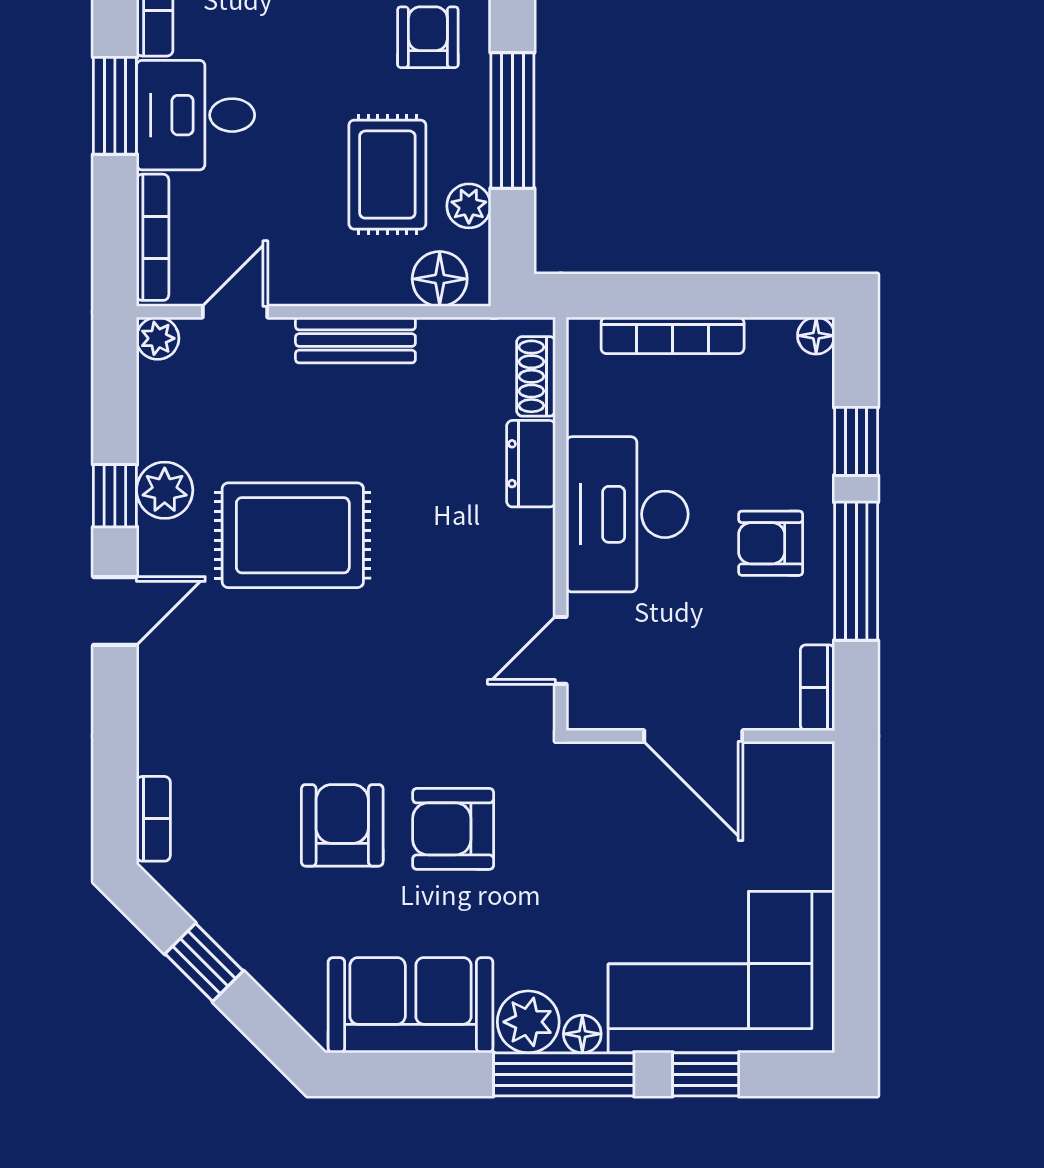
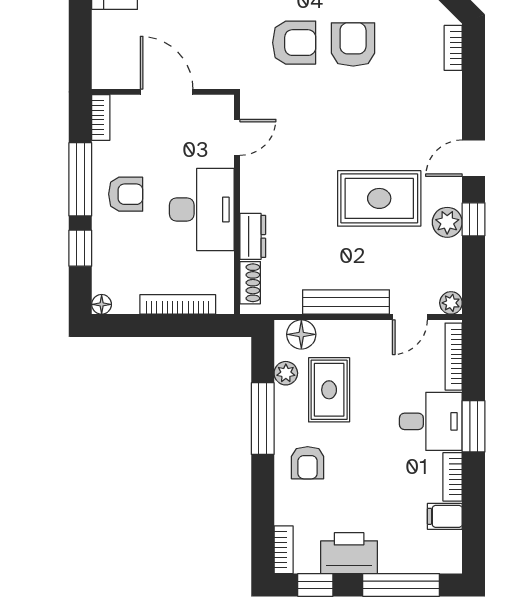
bench: (355, 340) -> (346, 302), width x1.36
armchair: (342, 825) -> (353, 44), turned 180

